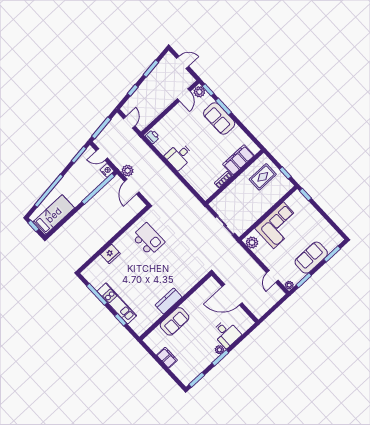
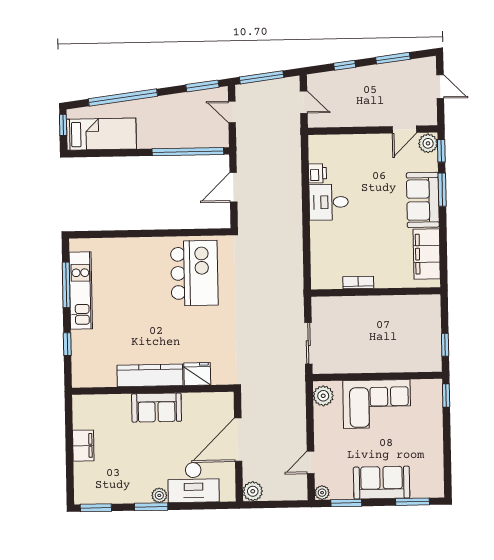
door: (129, 122) -> (304, 102), hinge flipped
printer: (152, 137) -> (317, 173), moved
filing cabinet: (238, 160) -> (427, 254), moved, turned -90
nightstand: (107, 170) -> (220, 138), removed
plant: (128, 171) -> (253, 491), moved
rug: (263, 177) -> (412, 324), removed
kitchen island: (148, 239) -> (194, 273), width x1.37, depth x1.28
fridge: (110, 254) -> (197, 374), moved, turned 180
door: (232, 295) -> (238, 440), hinge flipped
kitchen counter: (169, 301) -> (150, 375), width x1.50
kitchen unit: (117, 303) -> (81, 290), moved
sofa: (175, 321) -> (157, 408), moved
desk: (226, 333) -> (193, 482), width x1.37

